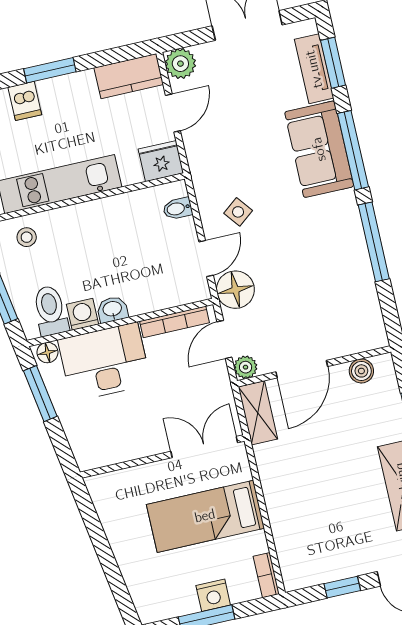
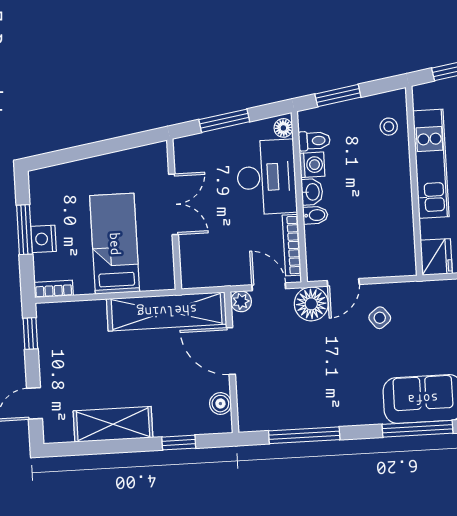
bidet: (178, 208) -> (315, 215), moved, turned 90
window: (374, 242) -> (304, 435), moved
door: (206, 258) -> (343, 282), hinge flipped
toilet: (50, 311) -> (314, 141), width x0.73, depth x0.72
window: (40, 394) -> (224, 121), moved
shelving: (258, 413) -> (167, 311), width x2.20, depth x1.33
double door: (204, 447) -> (174, 204), moved
window: (342, 587) -> (30, 333), moved

